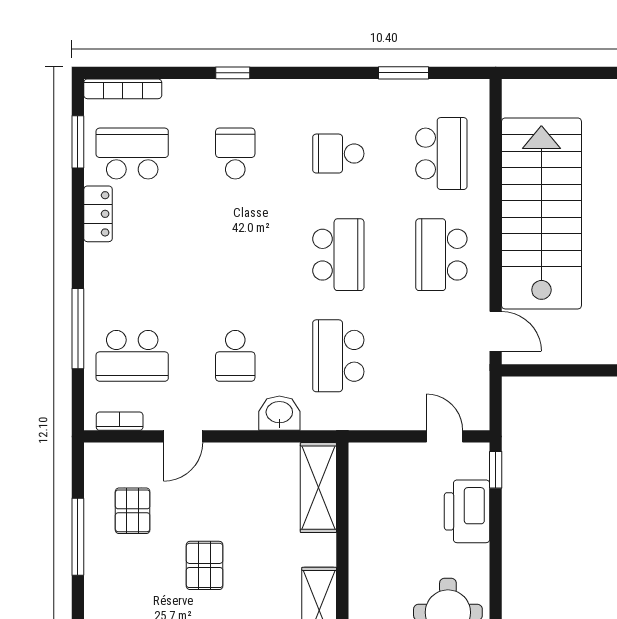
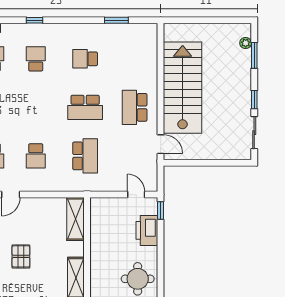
school desk: (441, 154) -> (135, 59), removed
school desk: (338, 255) -> (85, 107), turned 90
school desk: (338, 356) -> (85, 156), turned 180
washbasin: (279, 413) -> (57, 183), removed

